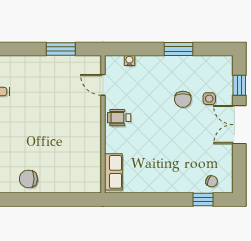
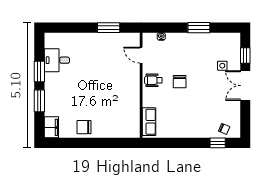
chair: (183, 99) -> (180, 82), moved

